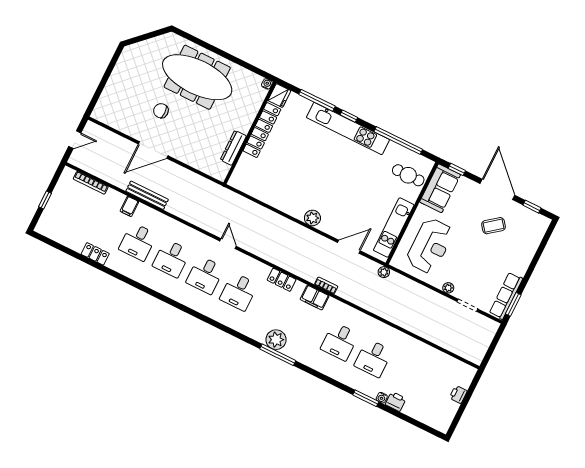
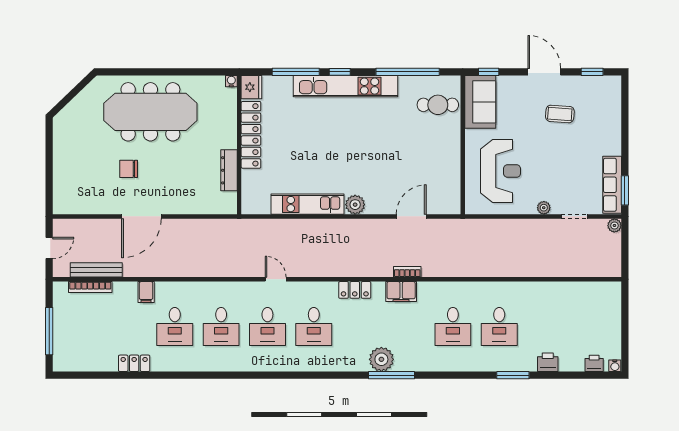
door: (497, 189) -> (544, 72), width x0.73
bench: (147, 195) -> (96, 270), moved
window: (45, 200) -> (49, 331), width x2.17
coffee table: (493, 226) -> (560, 114), turned 42
kitchen unit: (394, 228) -> (308, 204), moved, turned 90
plant: (384, 272) -> (614, 225), moved
printer: (458, 394) -> (594, 363), moved, turned 90
water cooler: (382, 398) -> (615, 366), moved

